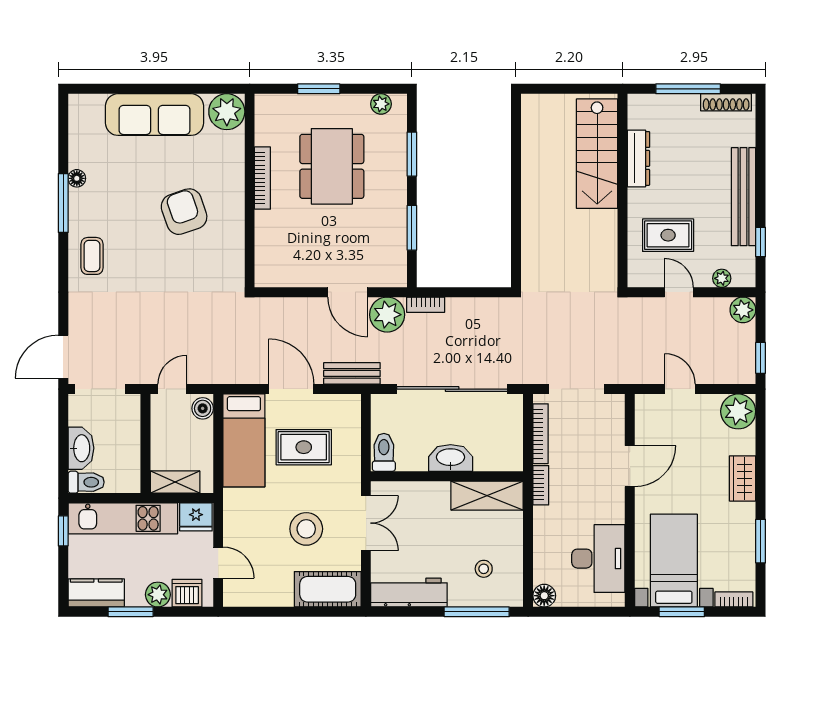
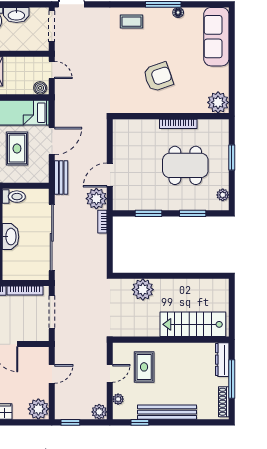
sofa: (154, 115) -> (216, 37), moved
dresser: (638, 158) -> (222, 360), moved, turned 90
plant: (539, 237) -> (143, 290), added

